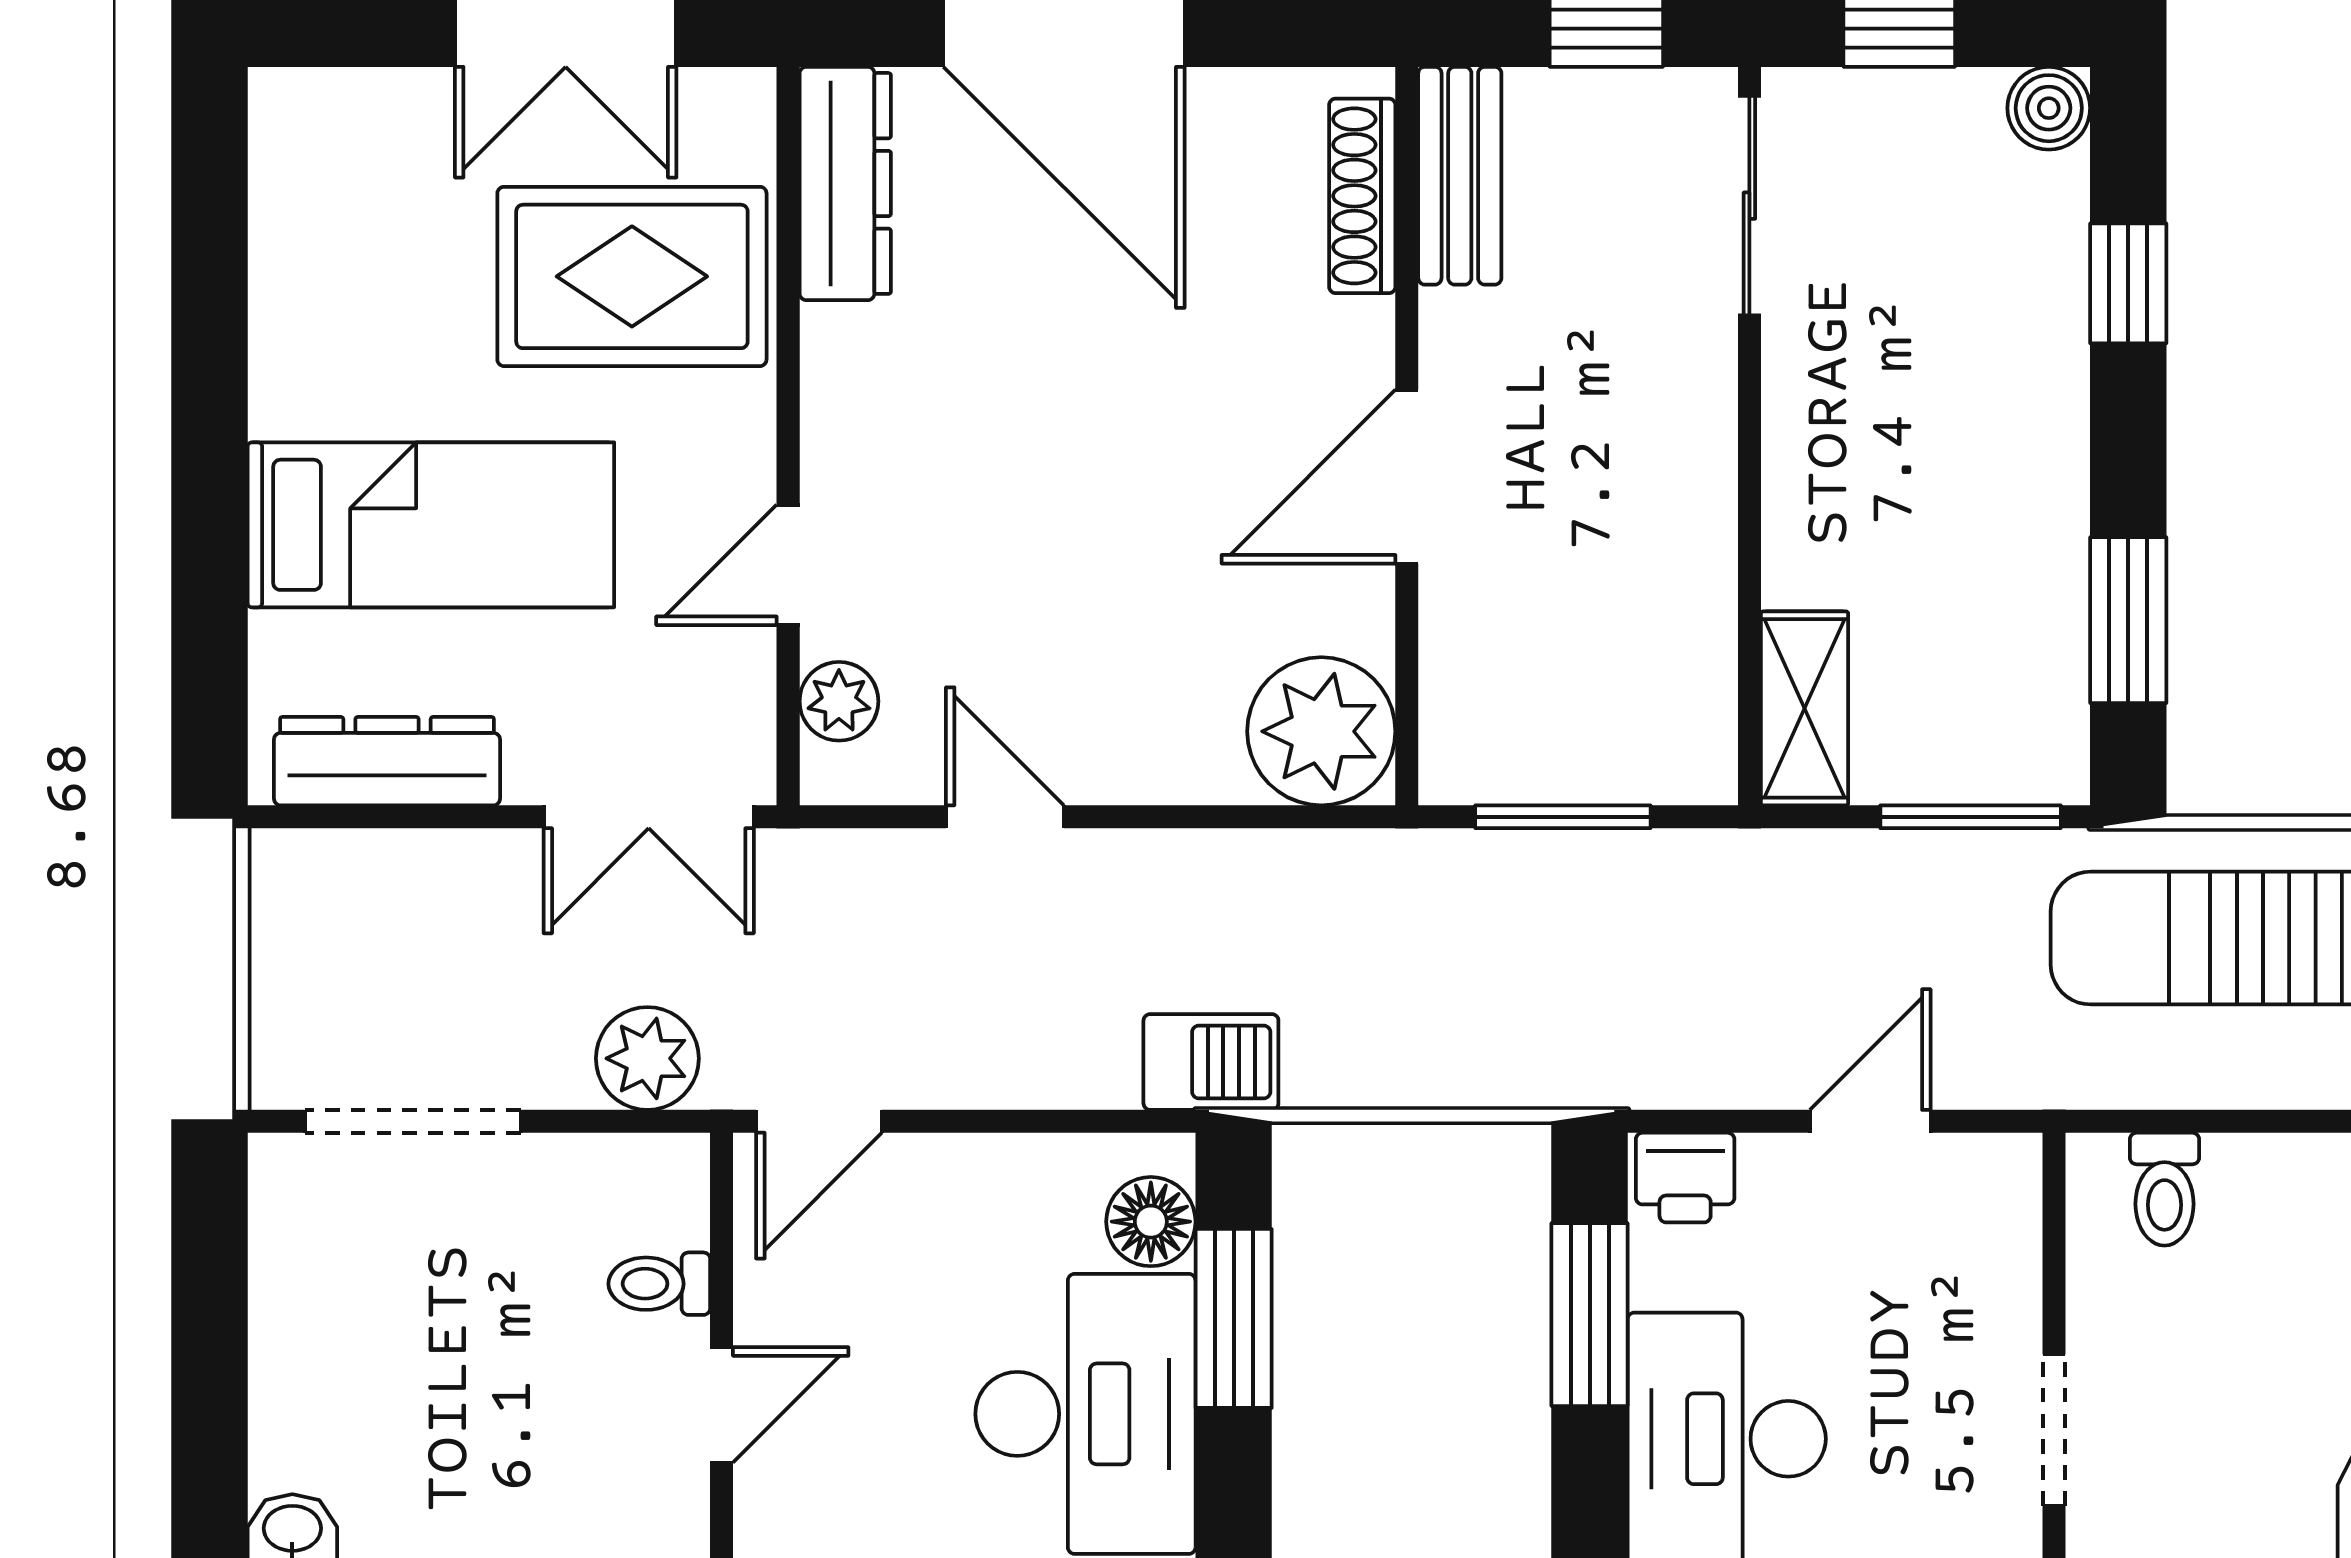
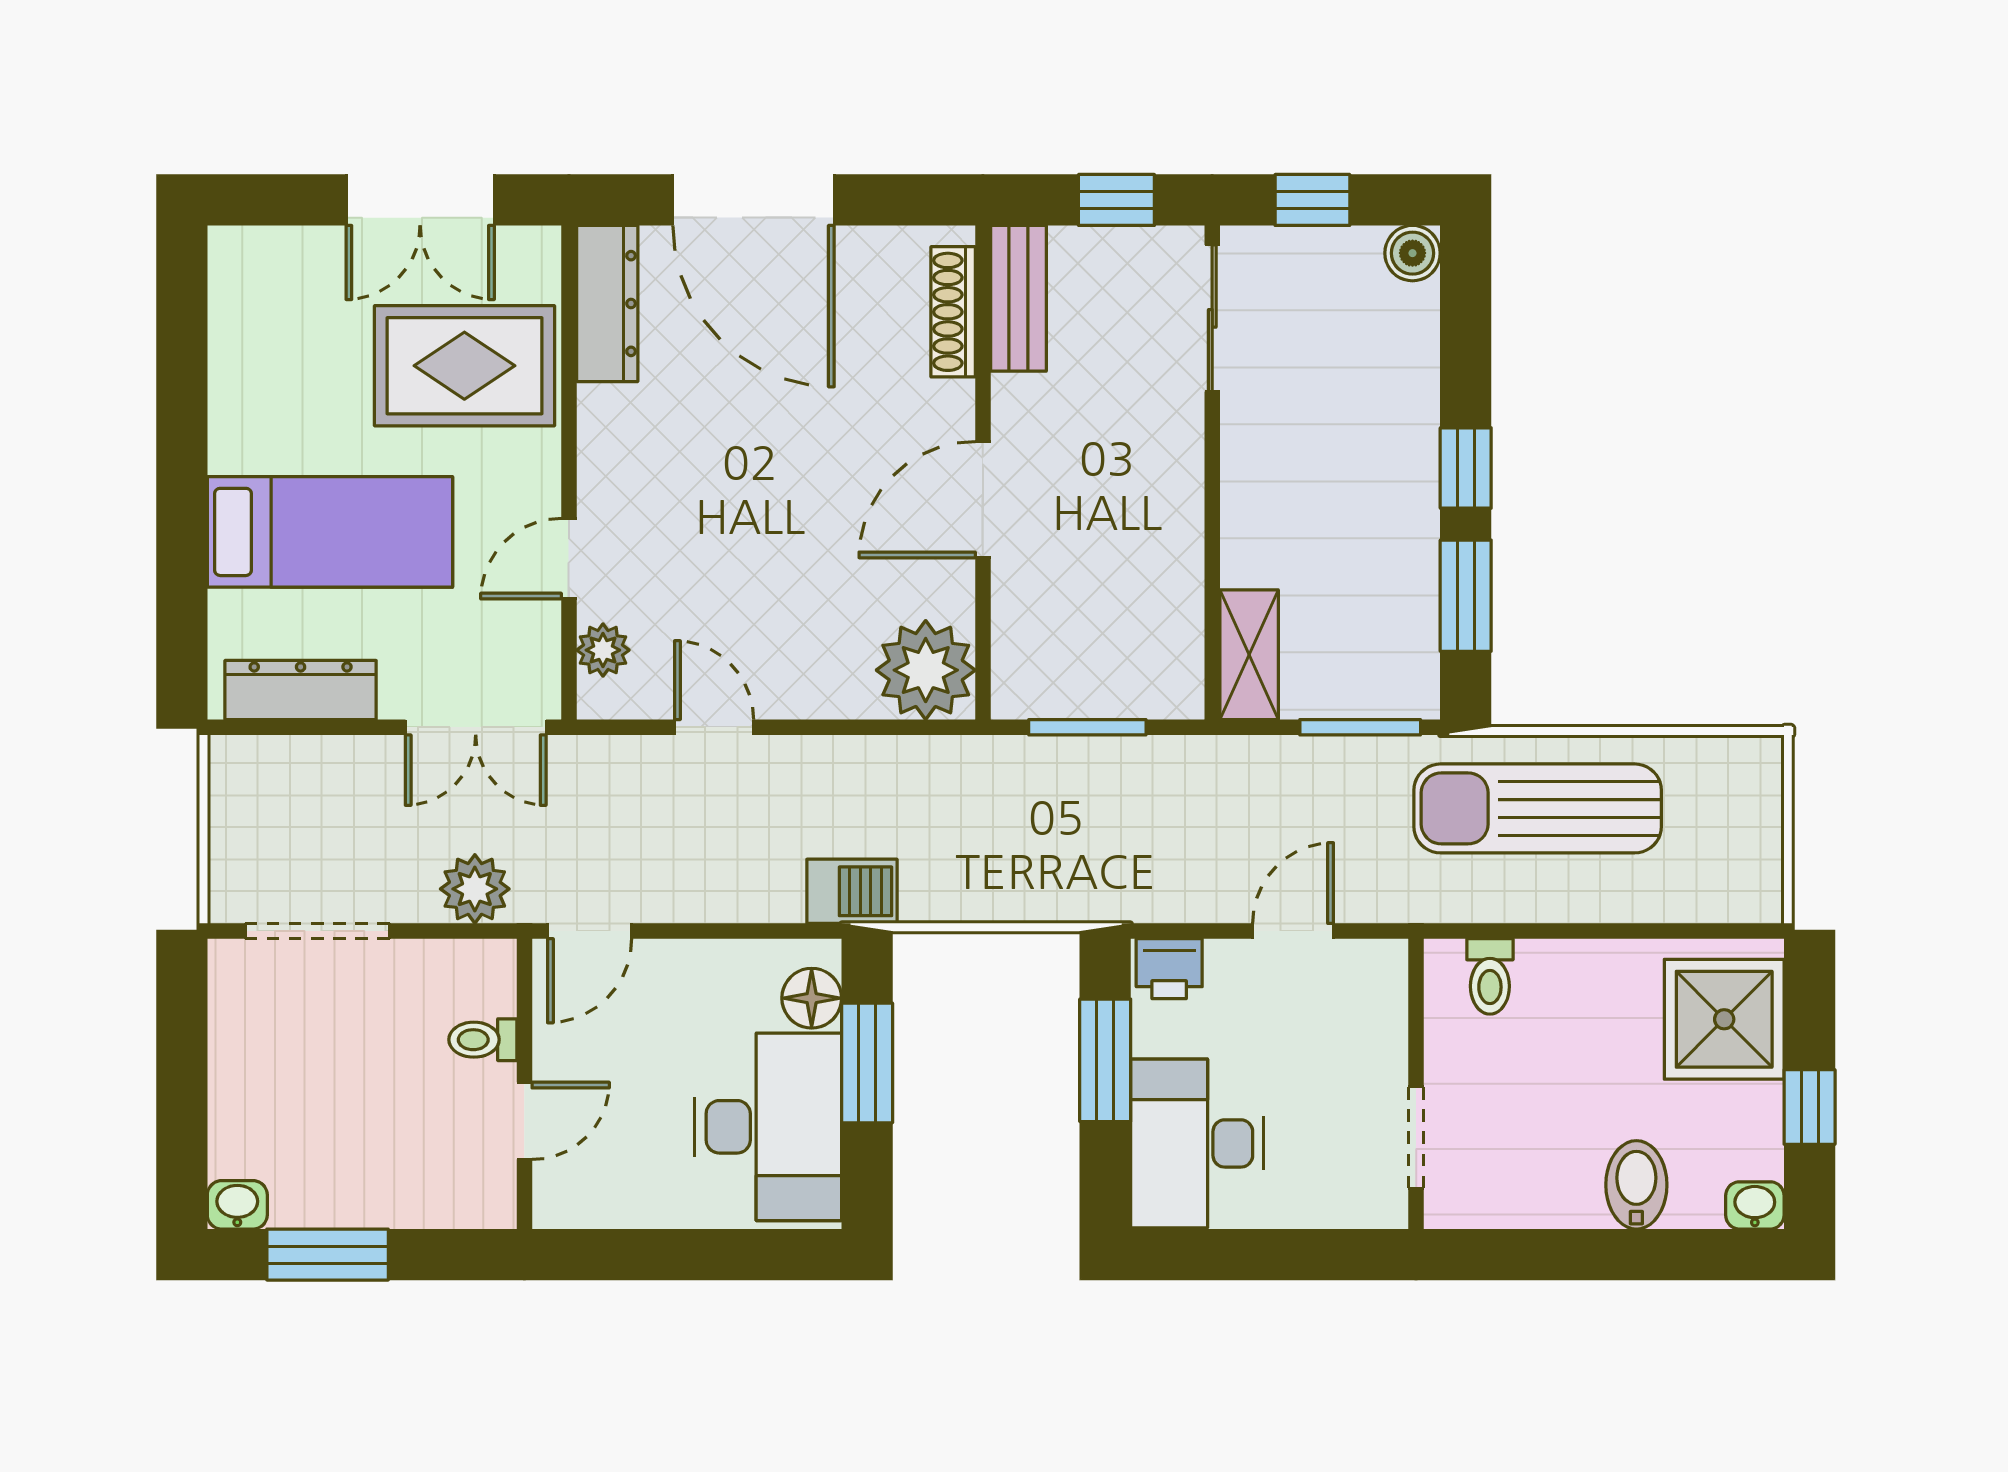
window: (2128, 283) -> (1466, 468), moved

